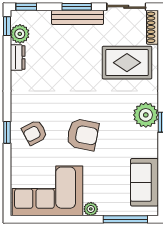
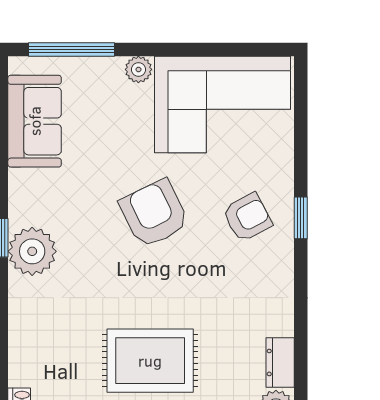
rug: (127, 63) -> (150, 361), moved
armchair: (83, 135) -> (154, 213), turned 53

